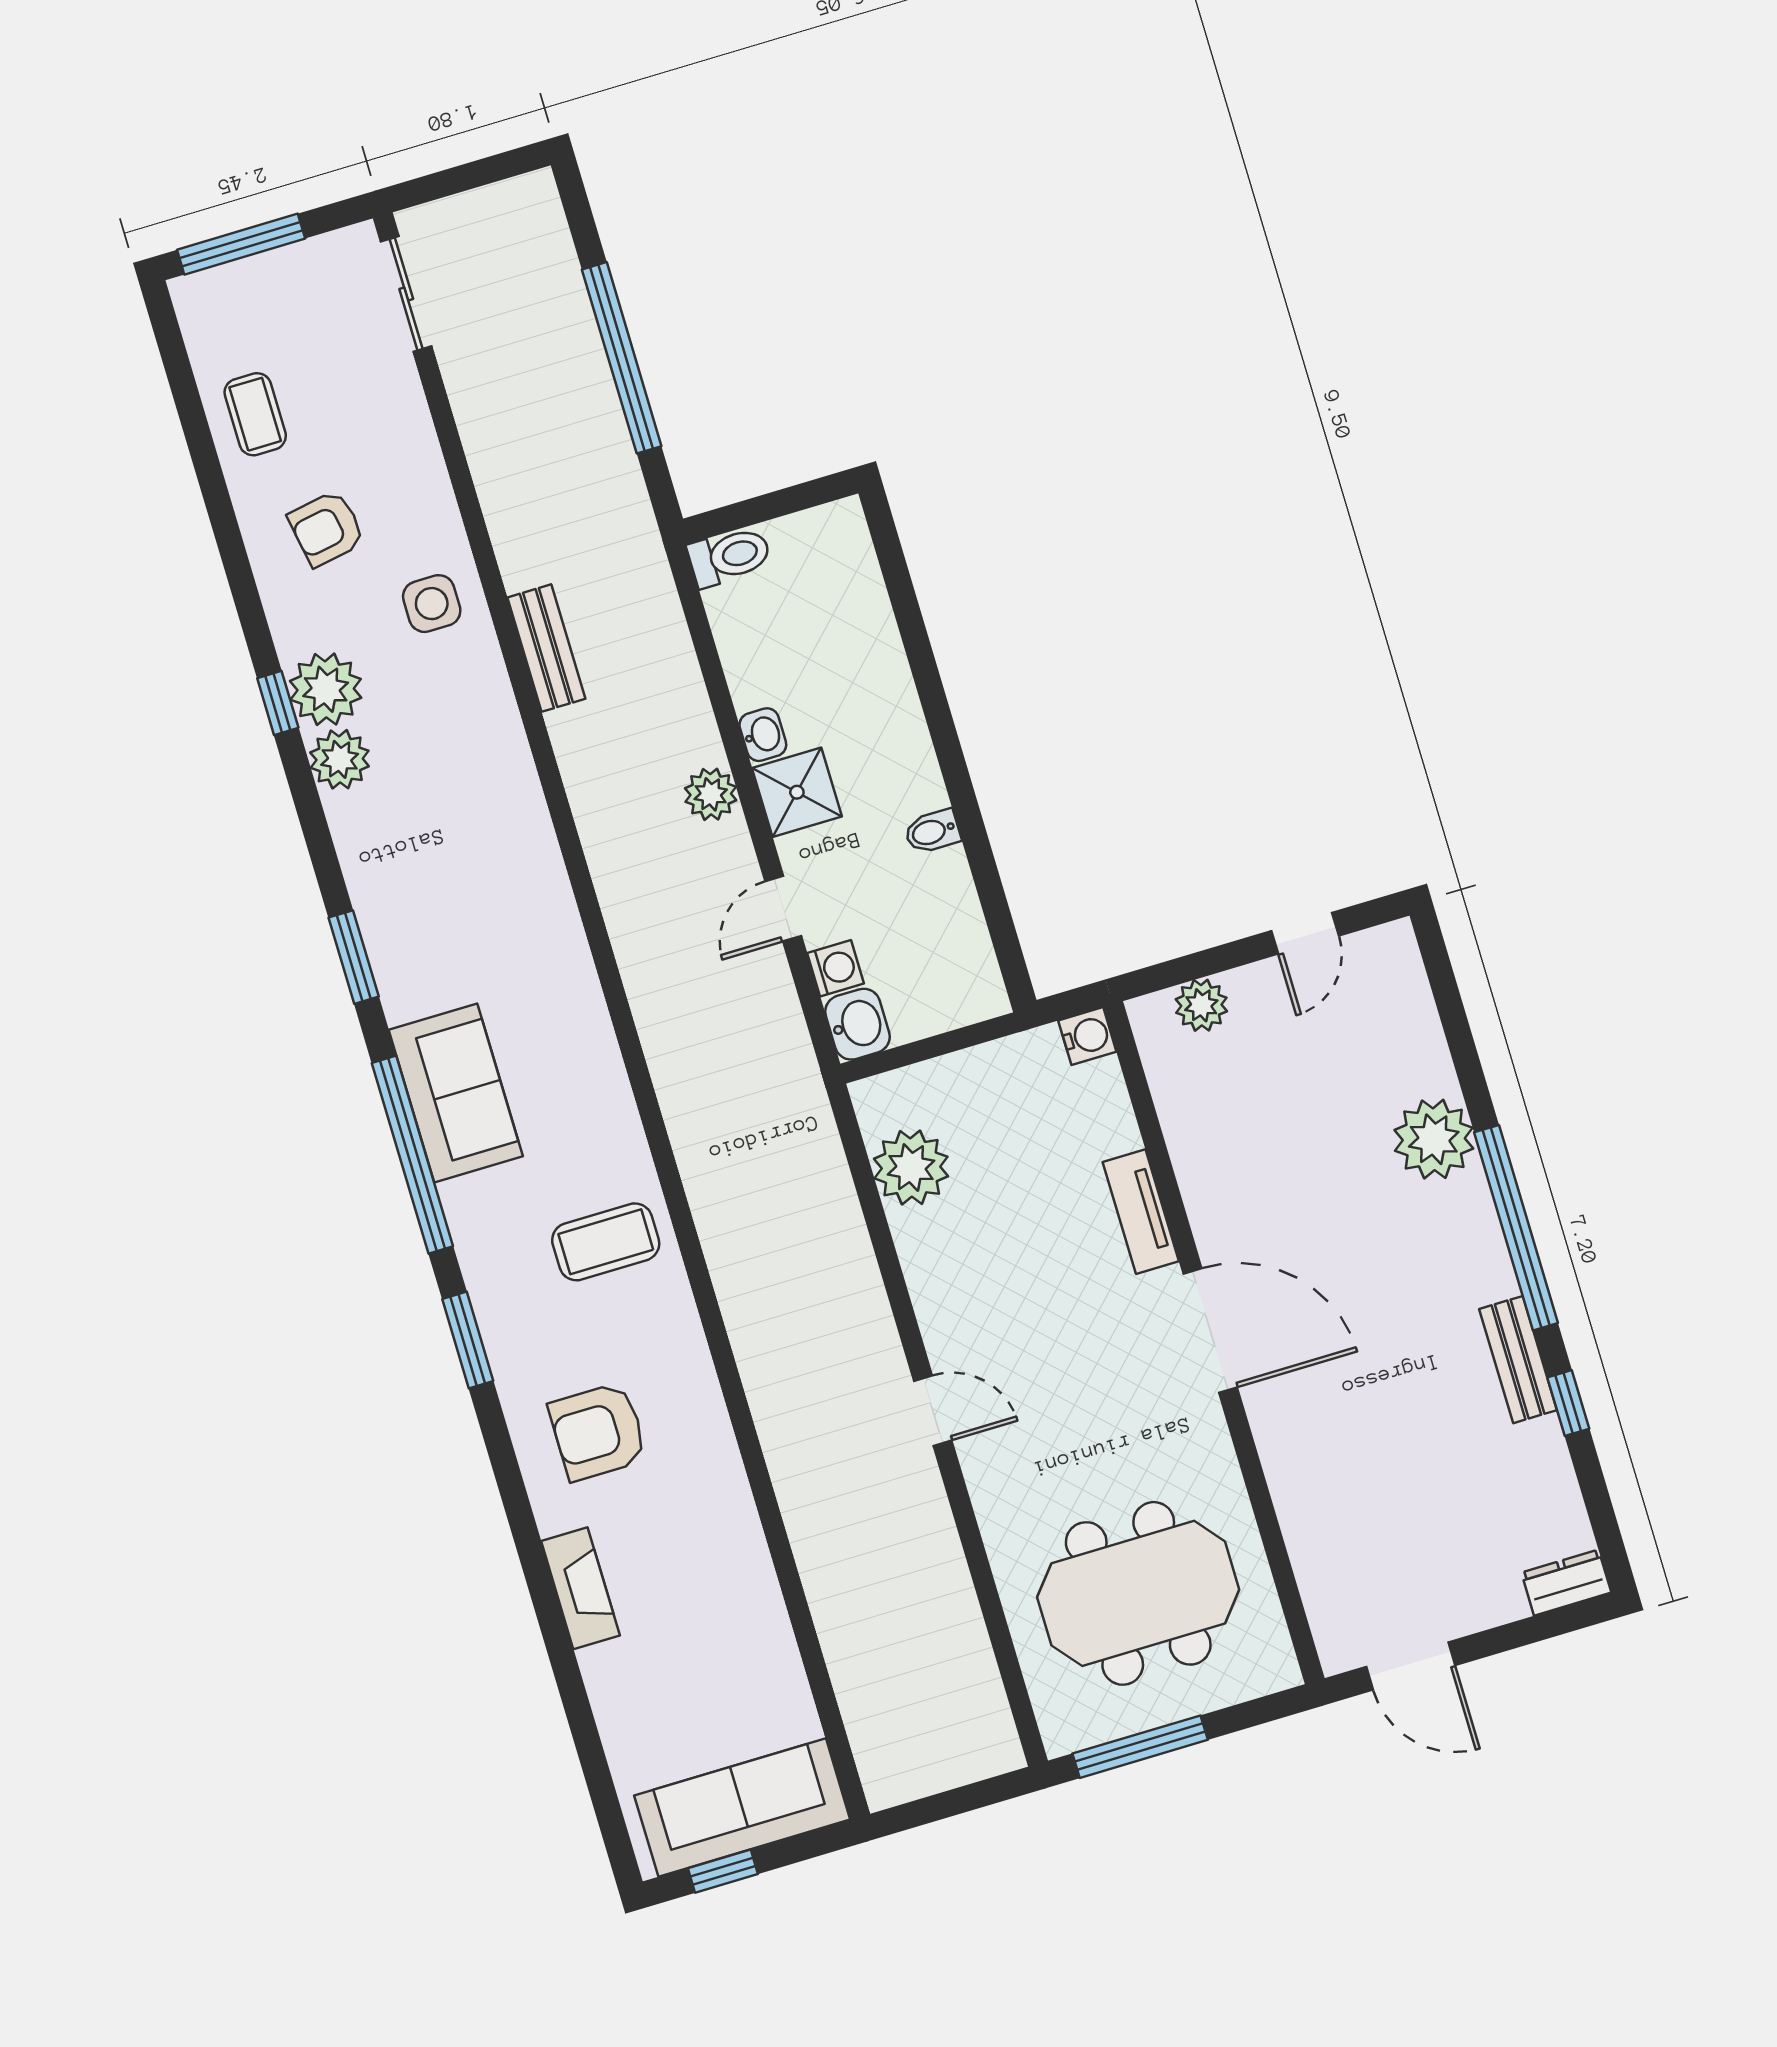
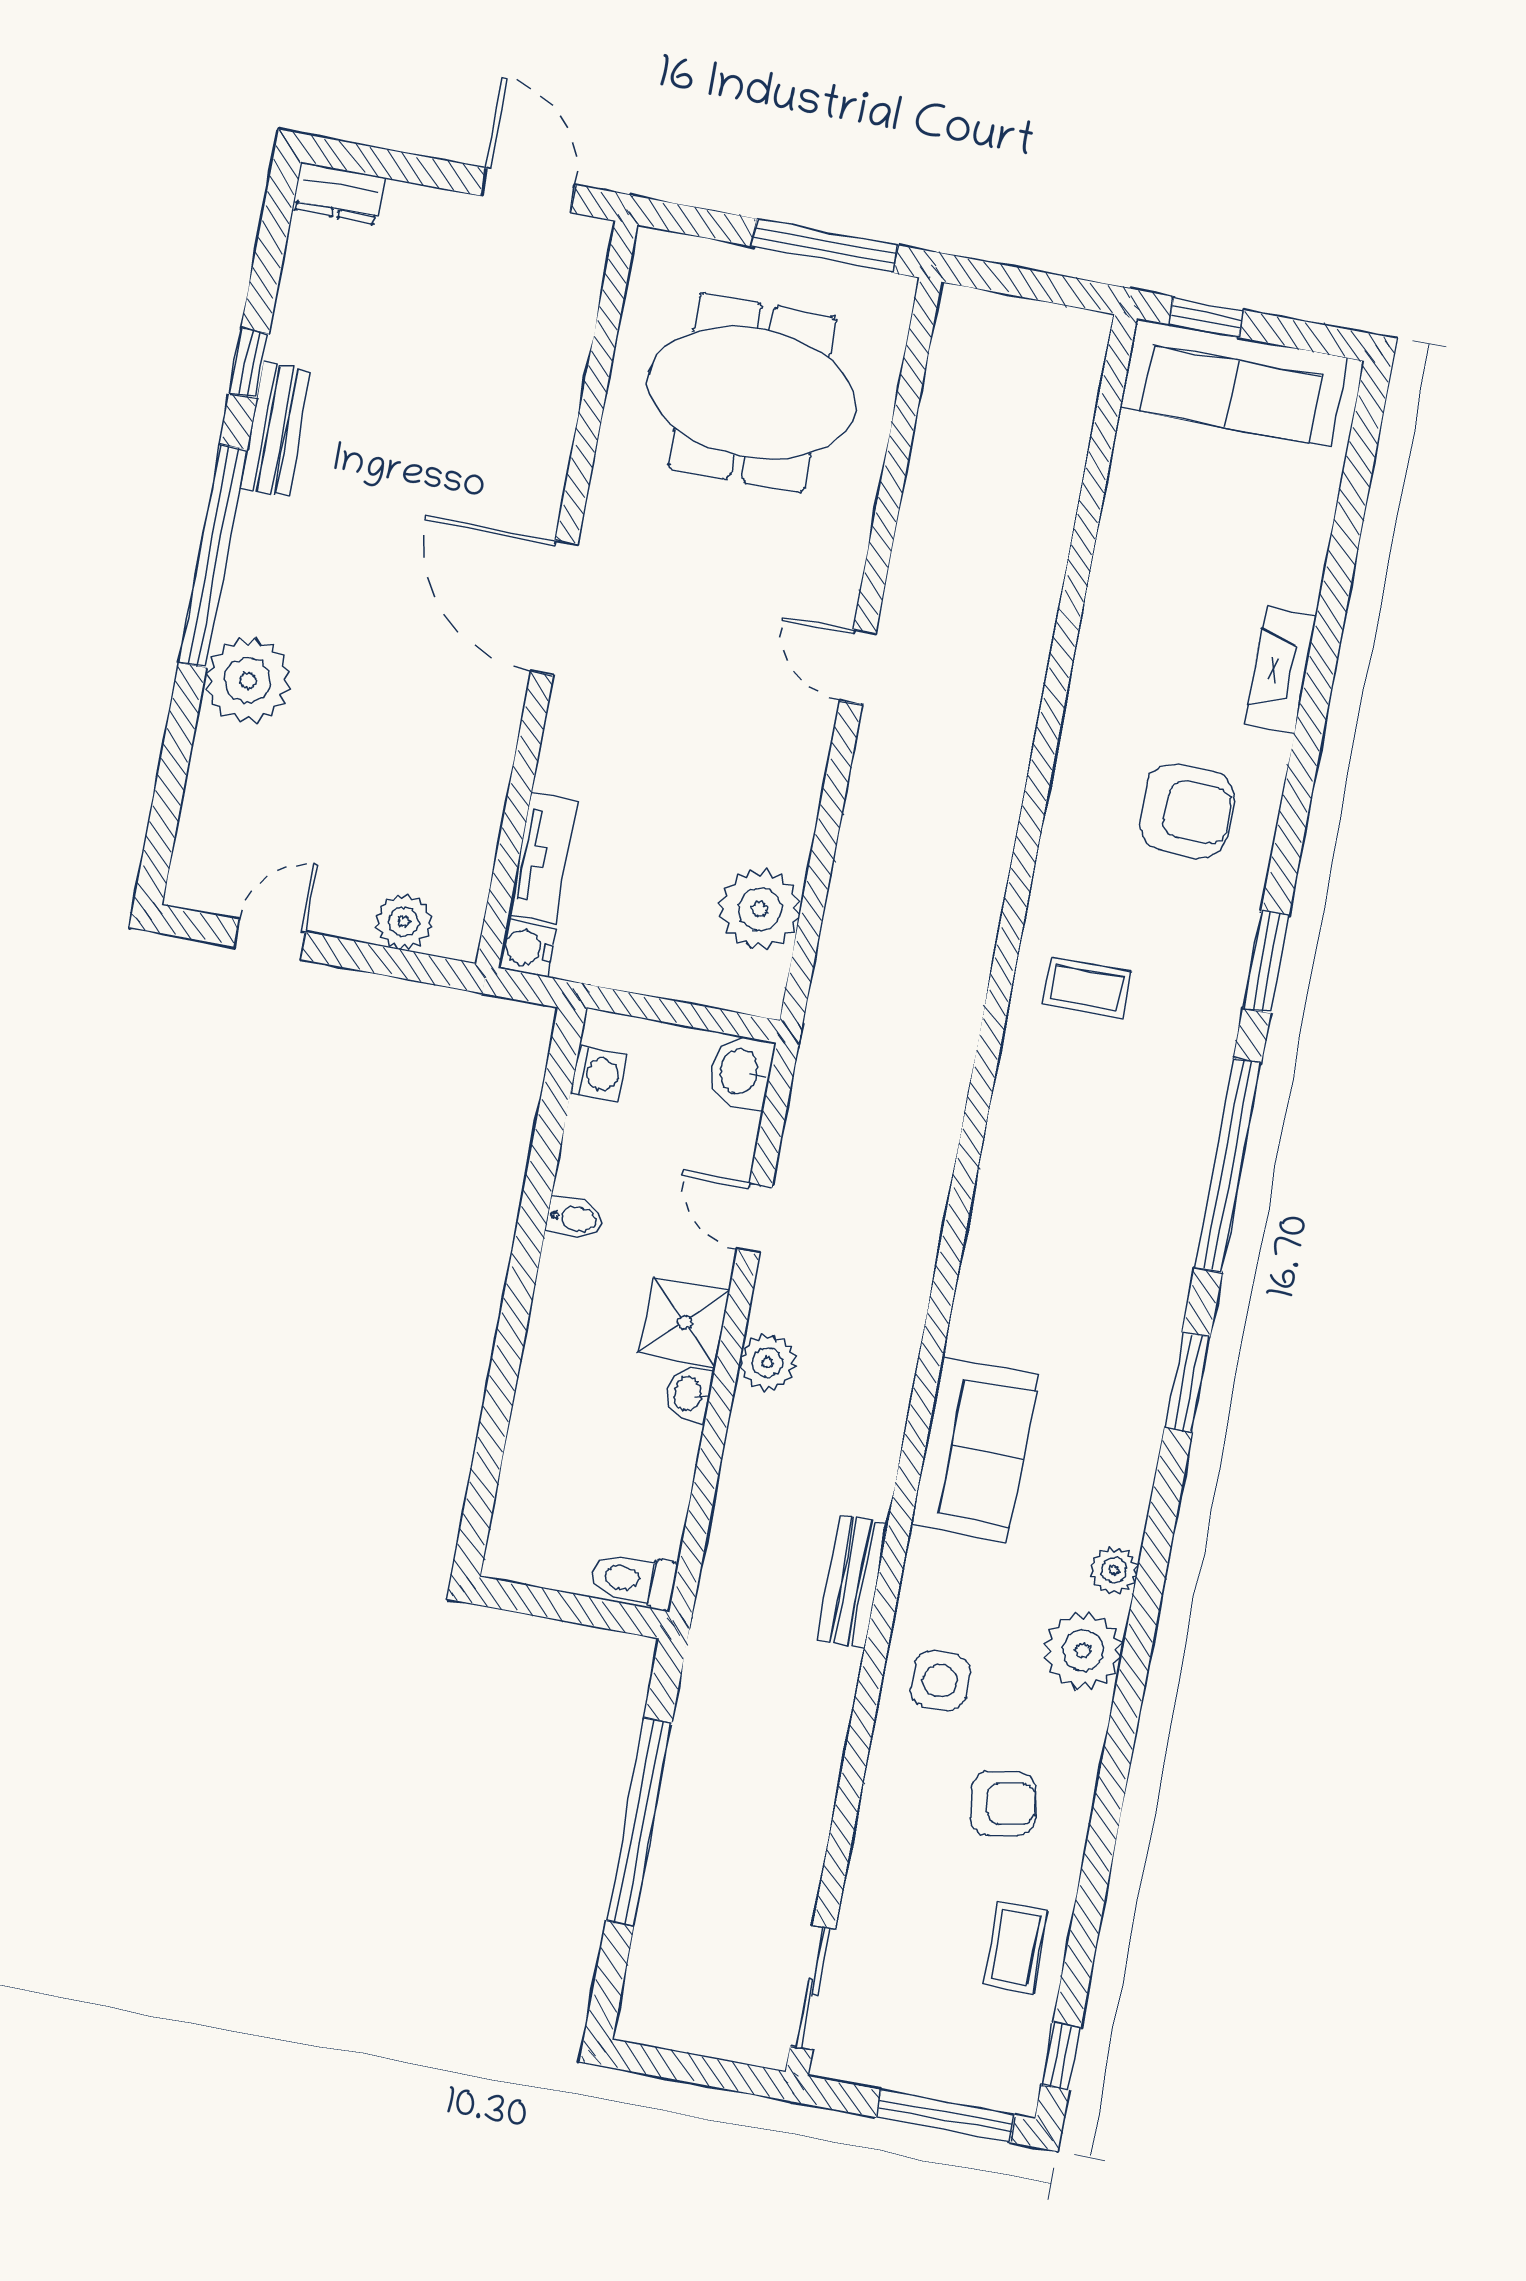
window: (278, 703) -> (1061, 2056), moved
plant: (340, 759) -> (1114, 1570), width x0.73, depth x0.73
door: (783, 909) -> (755, 1218), swing flipped
washing machine: (835, 968) -> (599, 1074), moved, turned 180
sofa: (456, 1093) -> (975, 1450), moved, turned 180
tv unit: (1141, 1212) -> (543, 857), moved
coffee table: (606, 1242) -> (1087, 988), width x0.73, depth x0.77
window: (723, 1871) -> (1206, 317), moved

